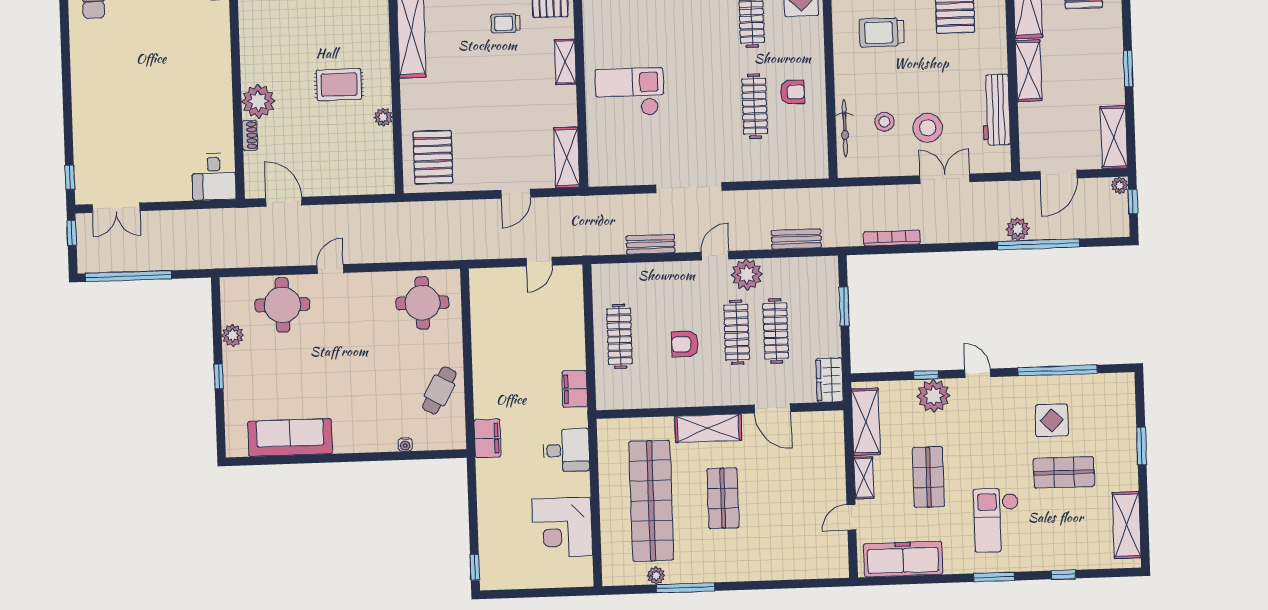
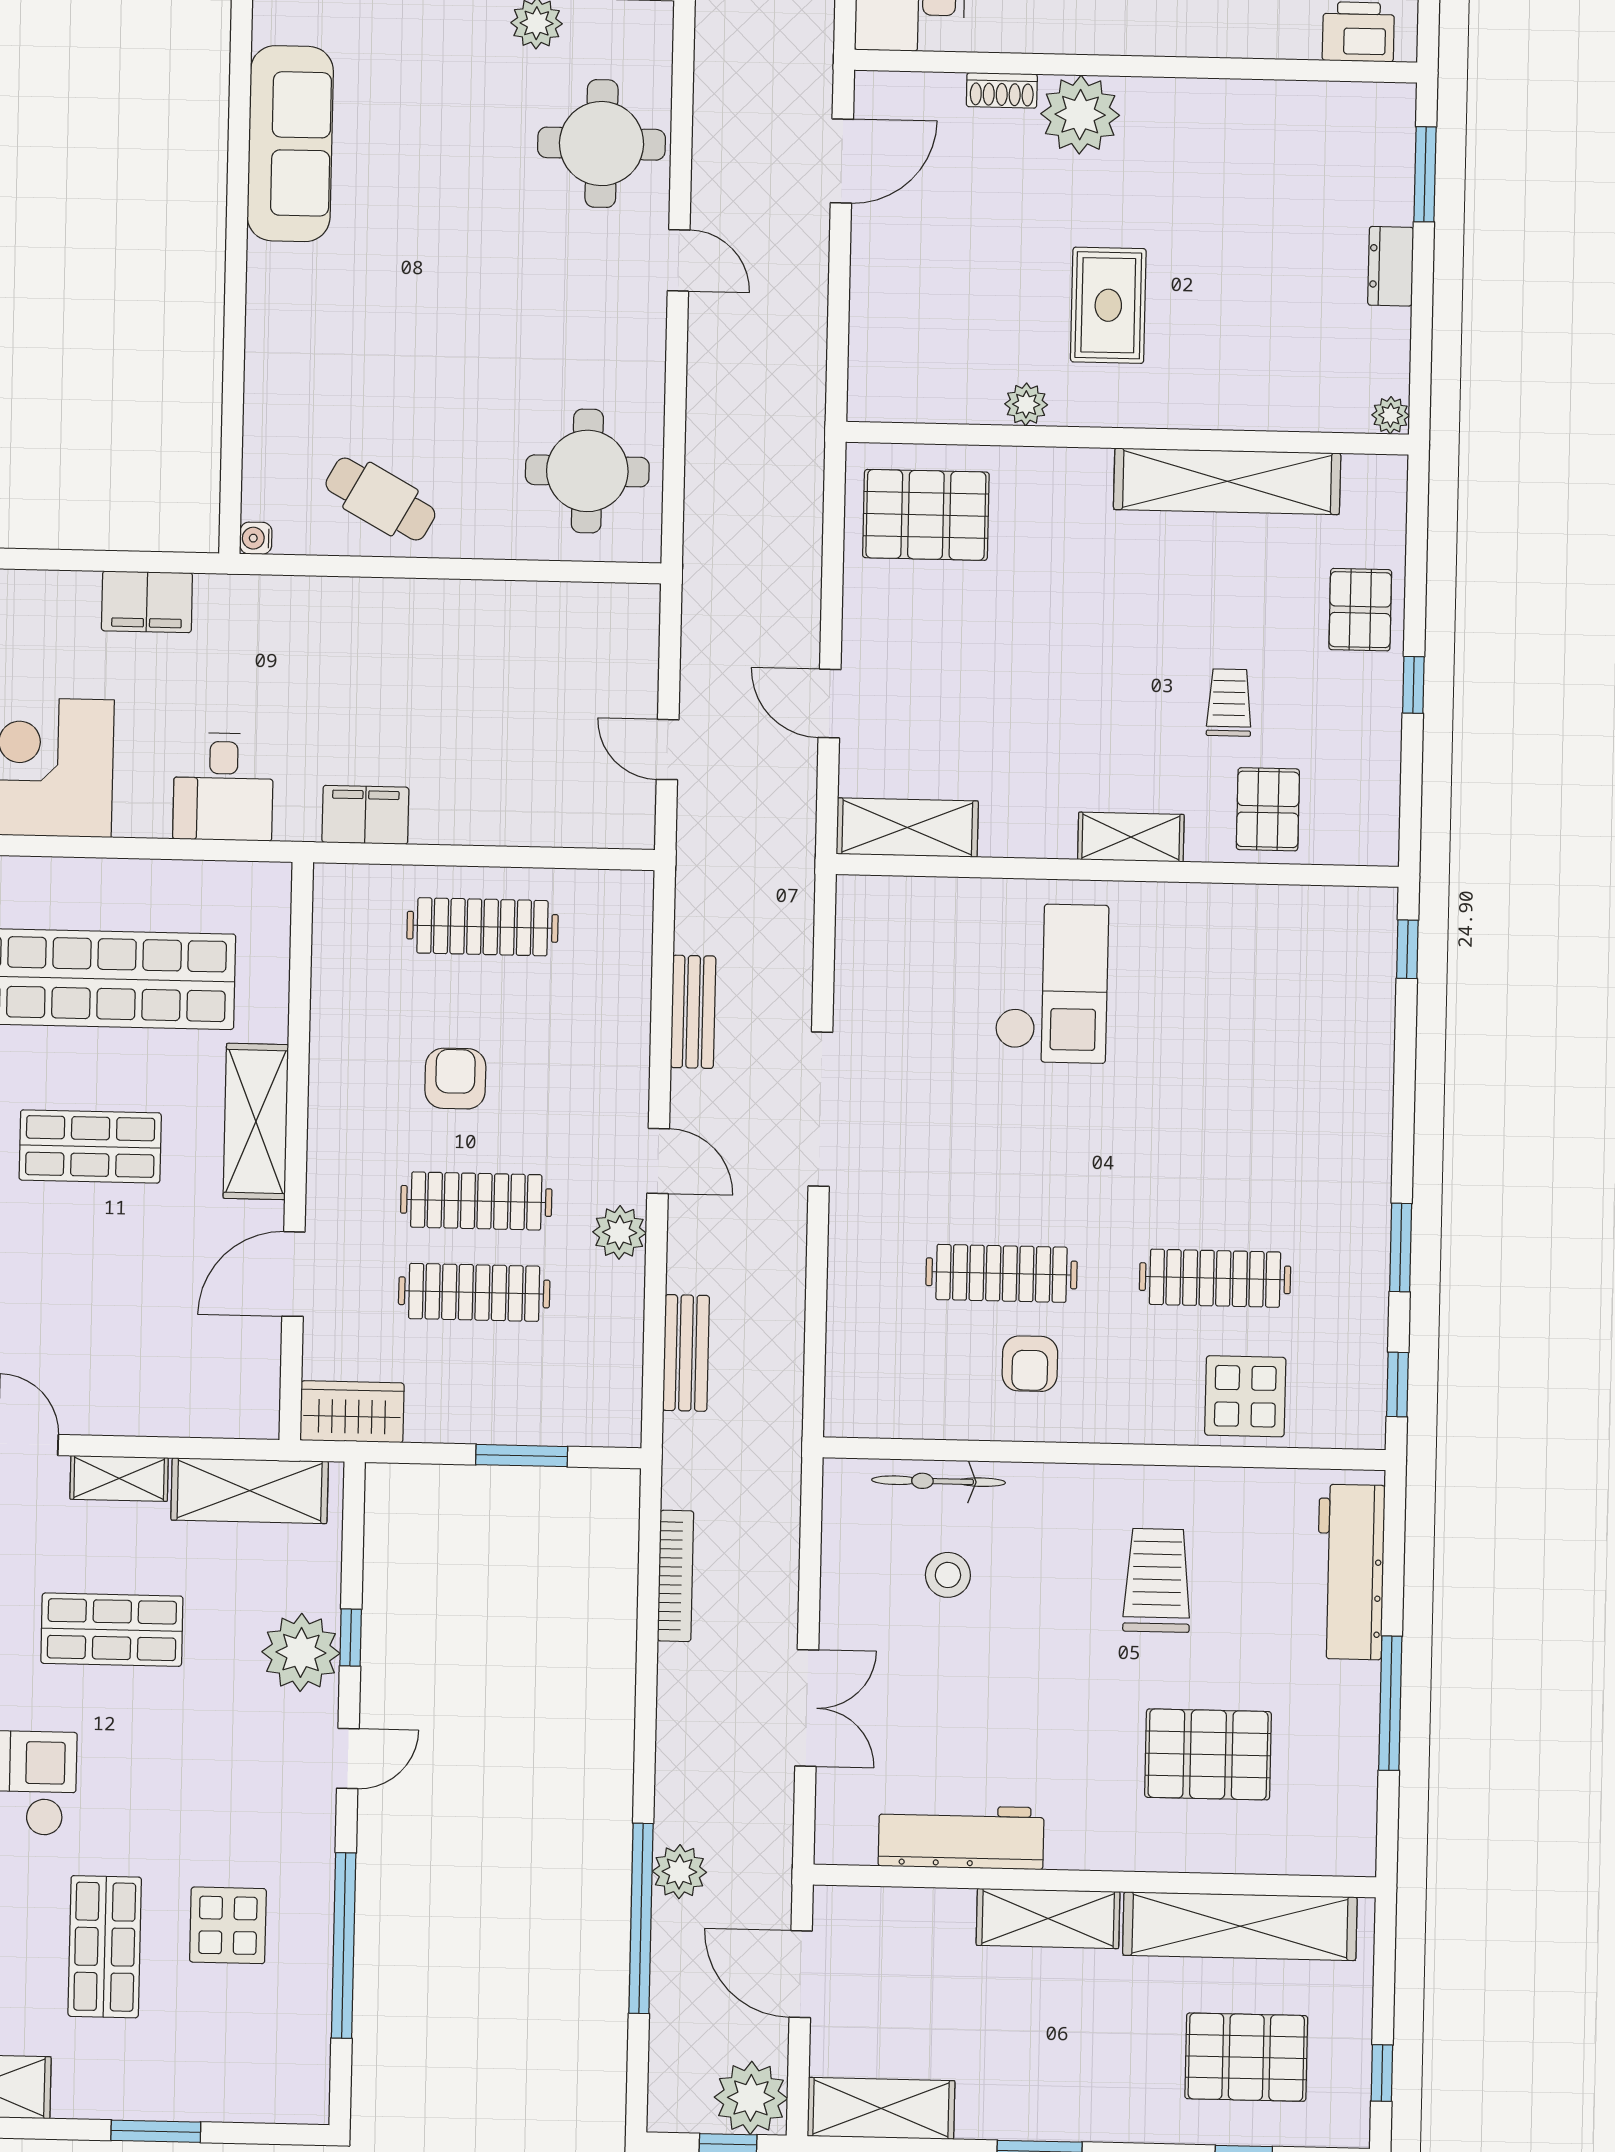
stool: (928, 128) -> (928, 1675), removed
plant: (1120, 185) -> (751, 2098), width x1.87, depth x1.87
plant: (747, 274) -> (620, 1232), width x0.73, depth x0.73
filing cabinet: (487, 438) -> (147, 602), moved
water cooler: (405, 444) -> (256, 538), moved

